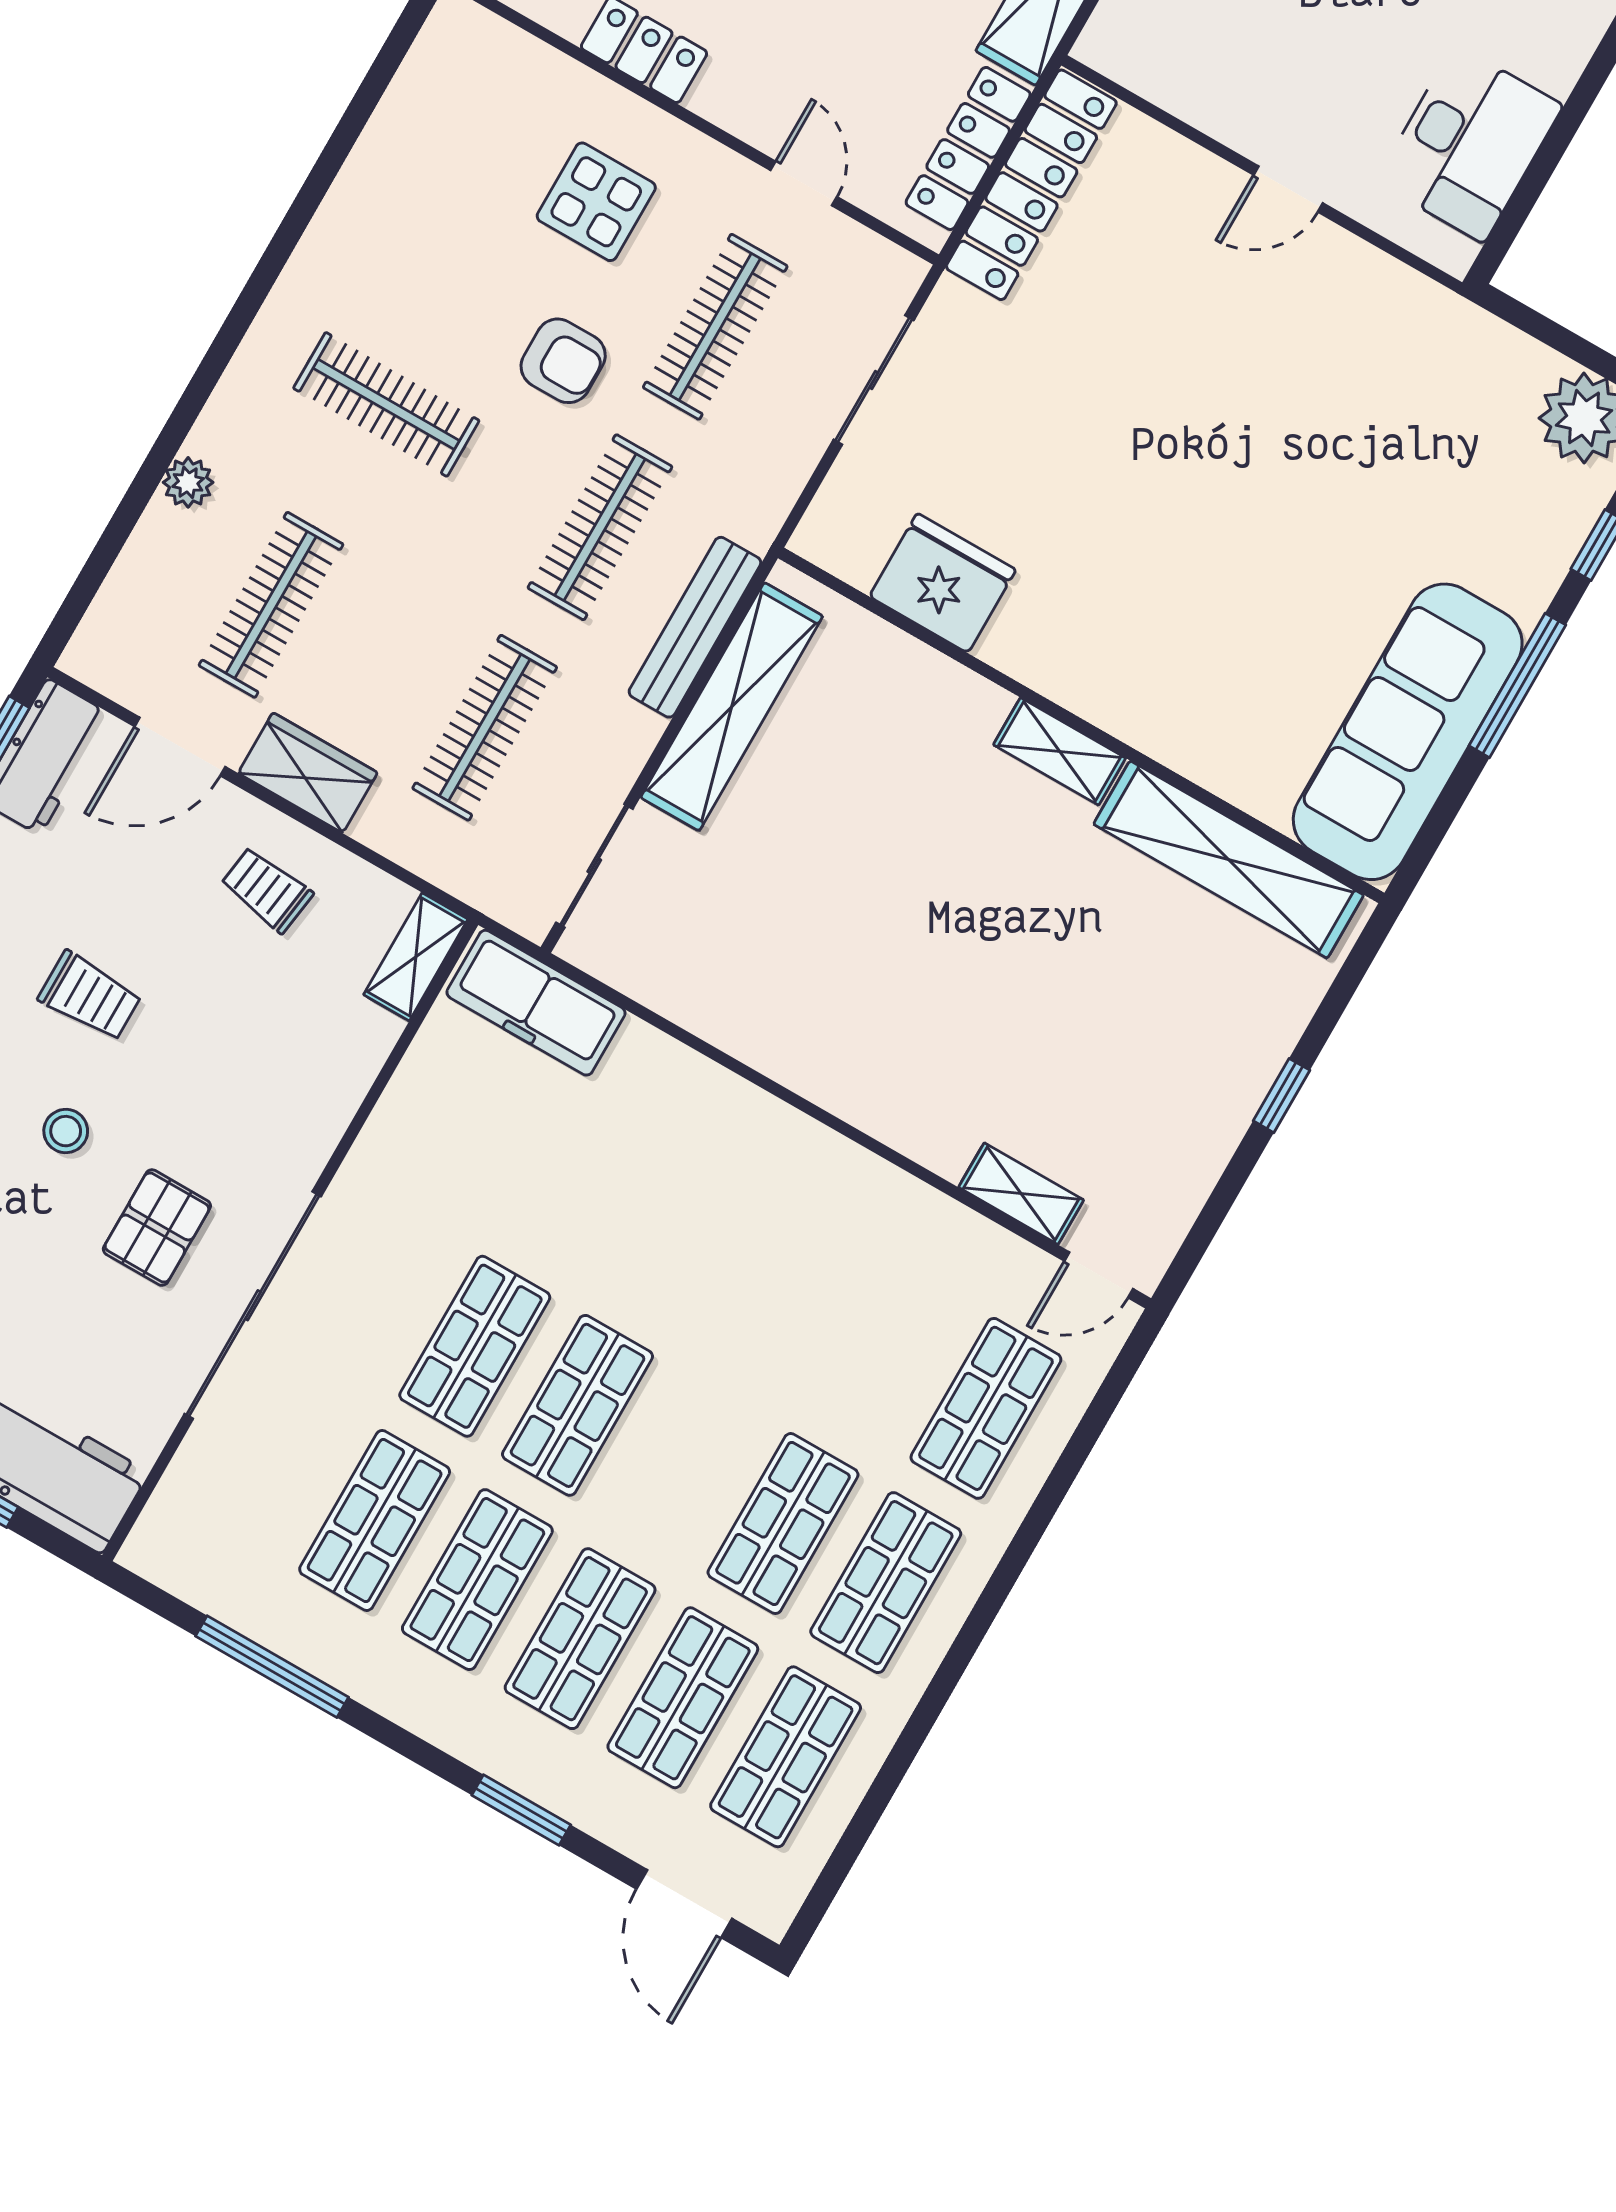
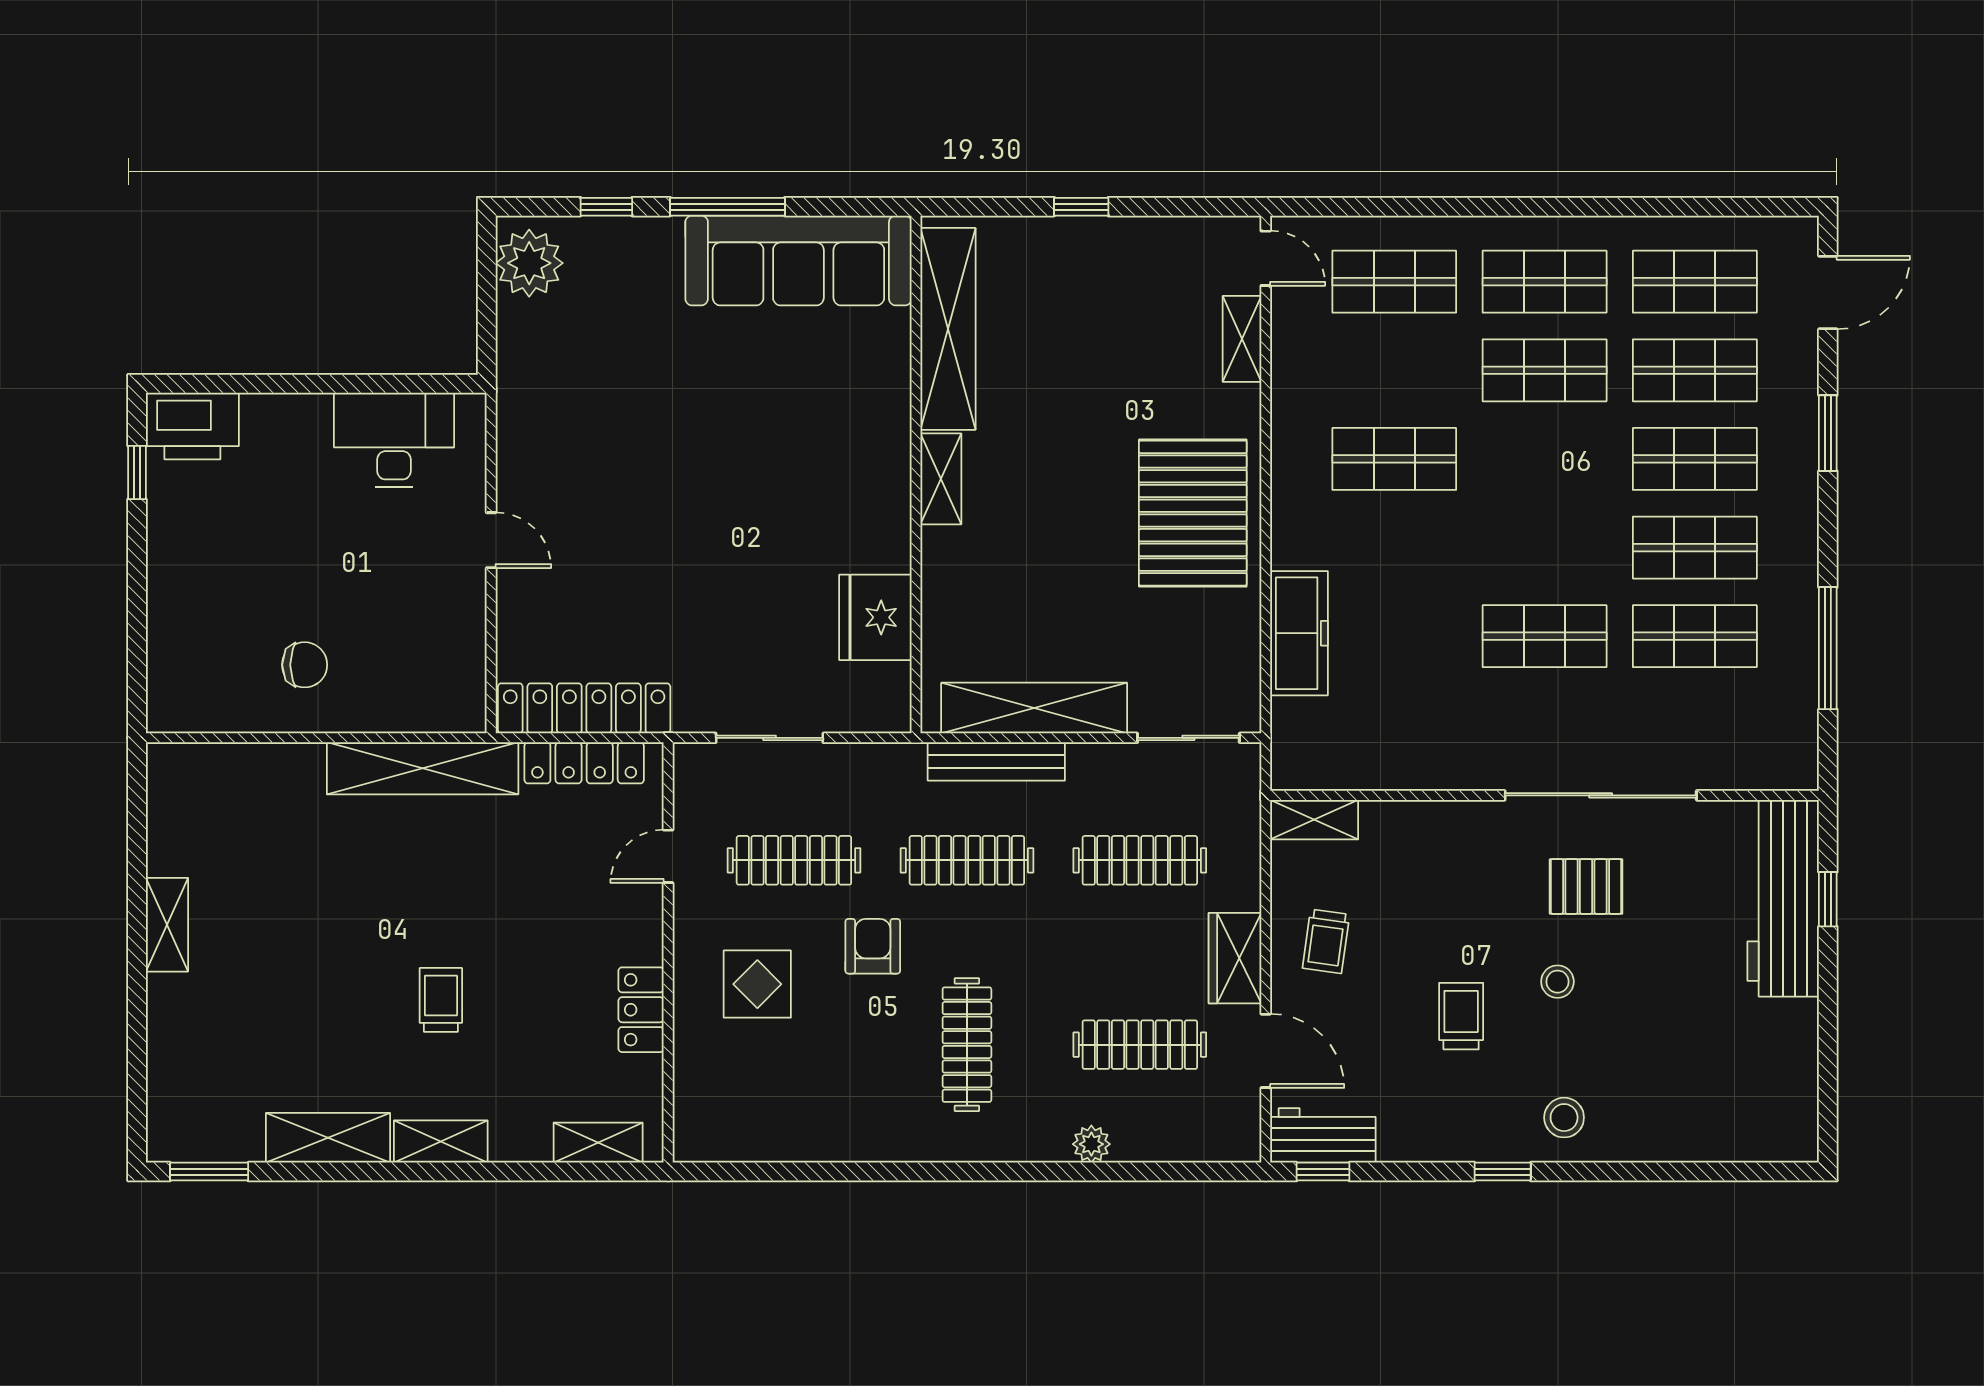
freezer: (536, 1003) -> (1299, 633), moved
pallet: (852, 1021) -> (1193, 513), added
shop shelf: (578, 1405) -> (1394, 459), moved

